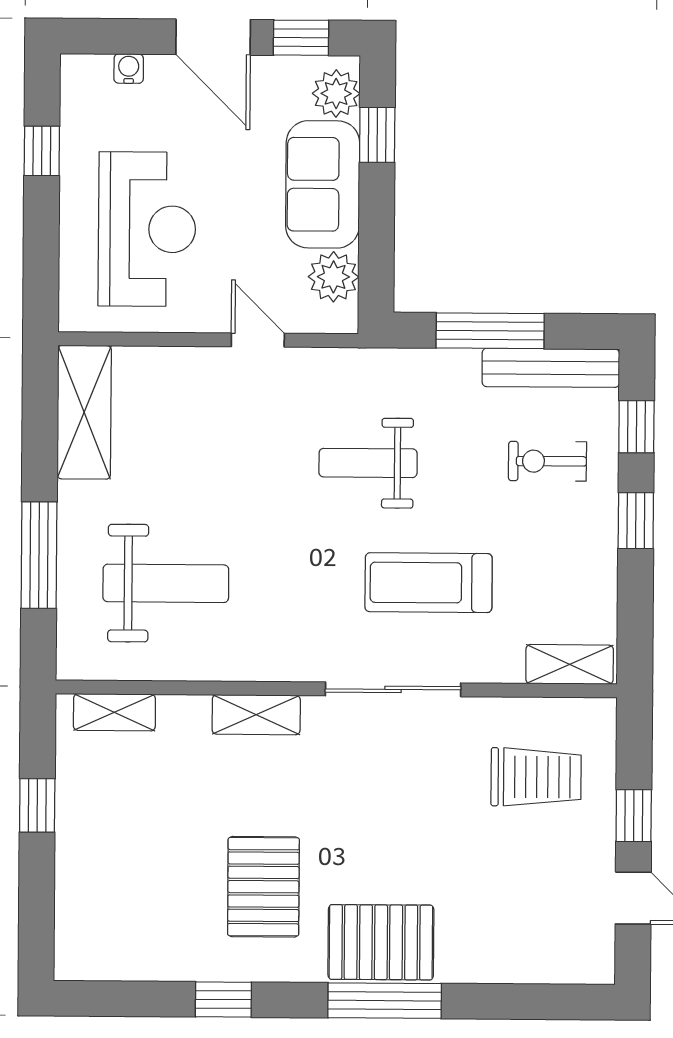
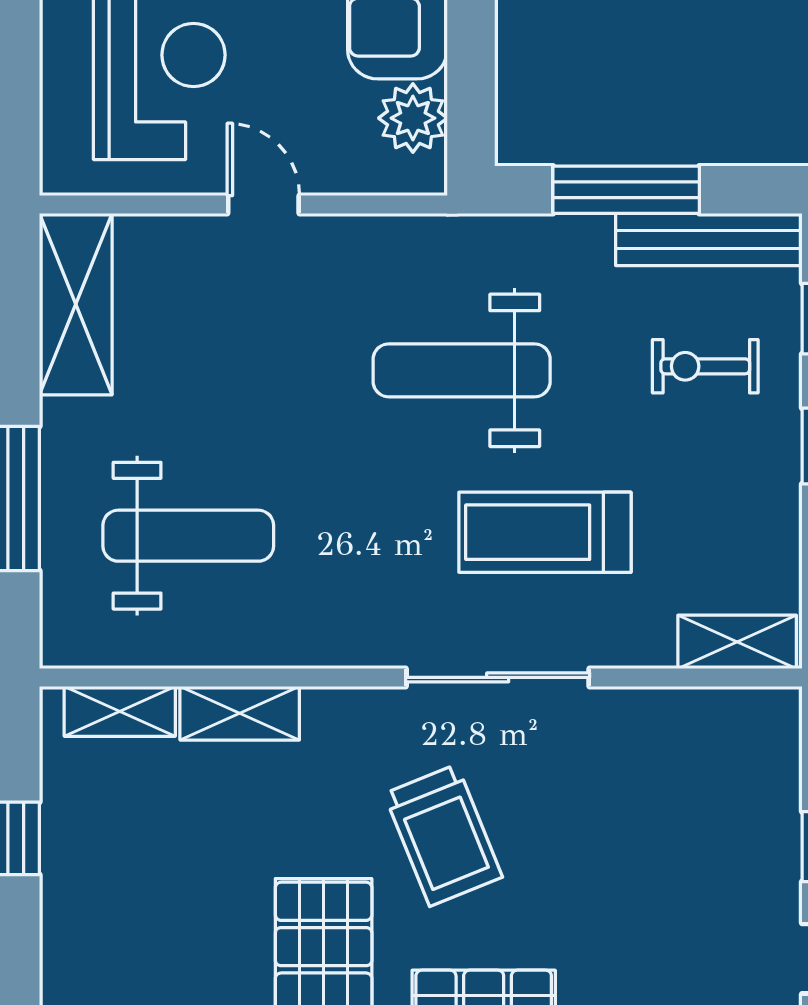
door: (258, 340) -> (263, 205), moved
weight bench: (368, 463) -> (462, 370), width x1.36, depth x1.33
shelving: (256, 715) -> (240, 713), moved
trolley: (536, 777) -> (443, 835), moved, turned 68

